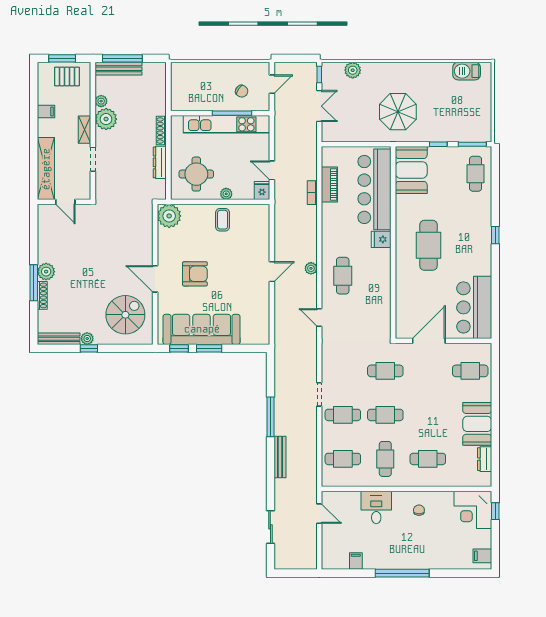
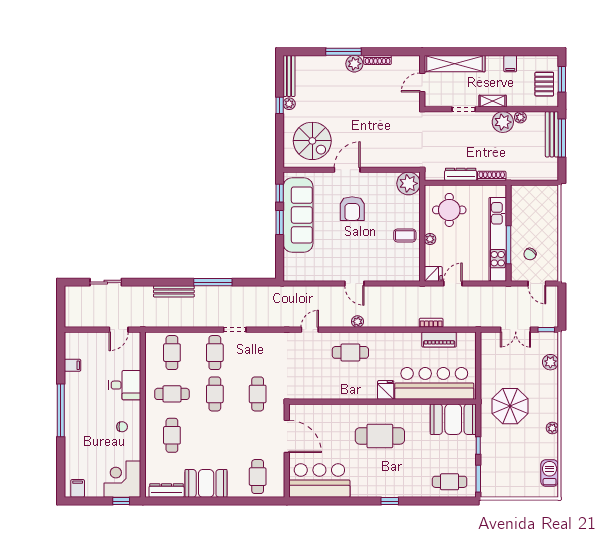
plant: (420, 68) -> (552, 428), added
shoe rack: (42, 295) -> (378, 60), moved
dresser: (485, 459) -> (167, 491), width x1.44

